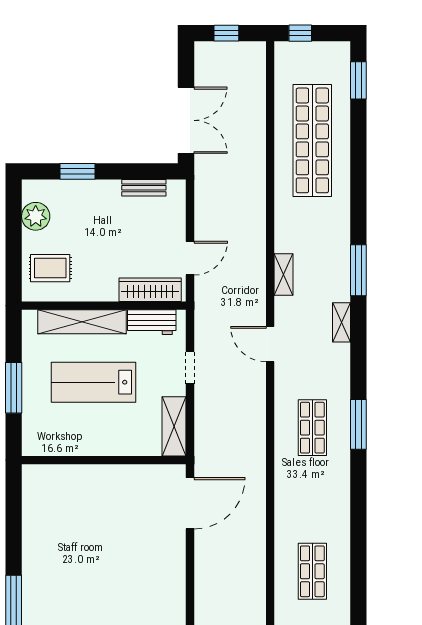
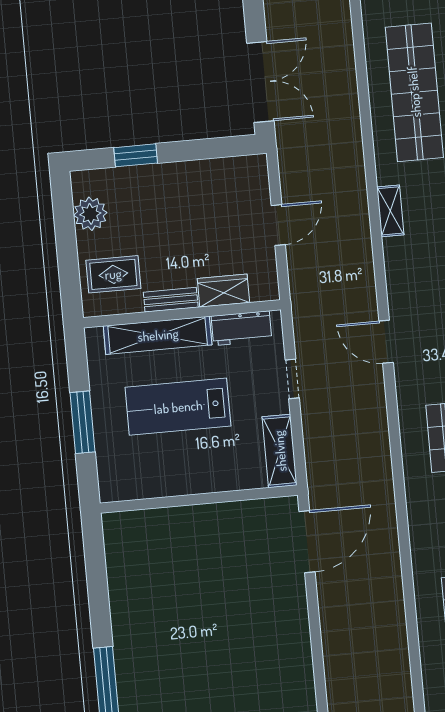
bench: (144, 188) -> (171, 300), moved
door: (190, 258) -> (278, 225), moved
shelving: (284, 275) -> (390, 211), moved
wardrobe: (150, 290) -> (223, 291), width x0.67

